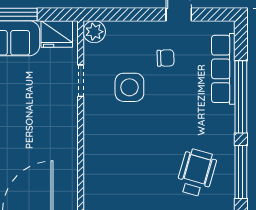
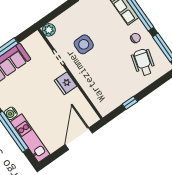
fridge: (57, 34) -> (66, 83), moved, turned 90
chair: (166, 58) -> (135, 38), moved

